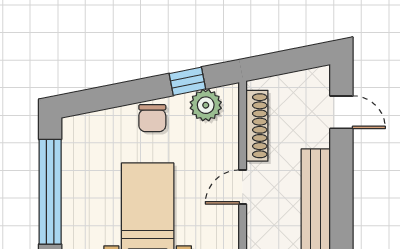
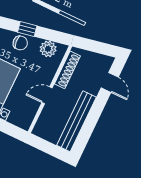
window: (187, 81) -> (27, 29), moved
chair: (152, 118) -> (20, 43), turned -95

